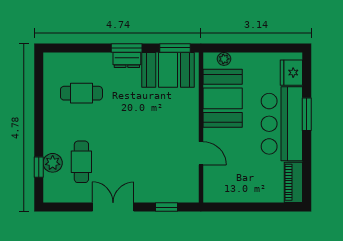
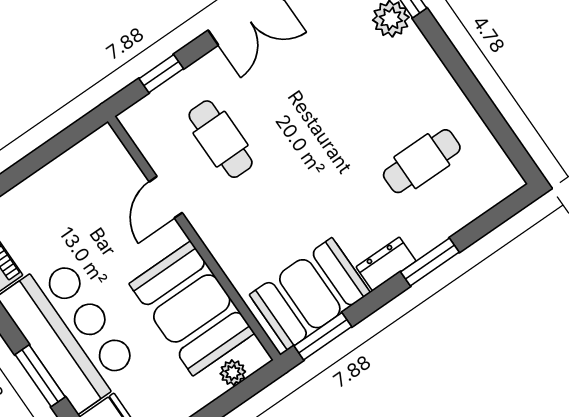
window: (127, 48) -> (430, 262), moved
door: (201, 153) -> (166, 197), hinge flipped
cafe table: (81, 162) -> (221, 139), moved

